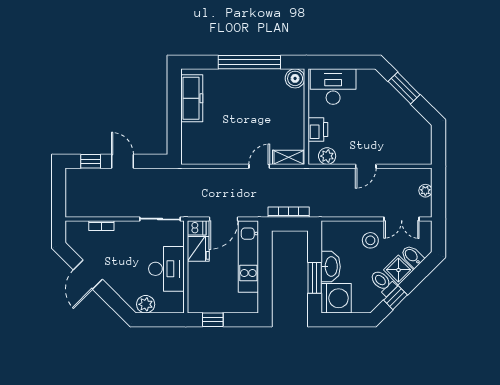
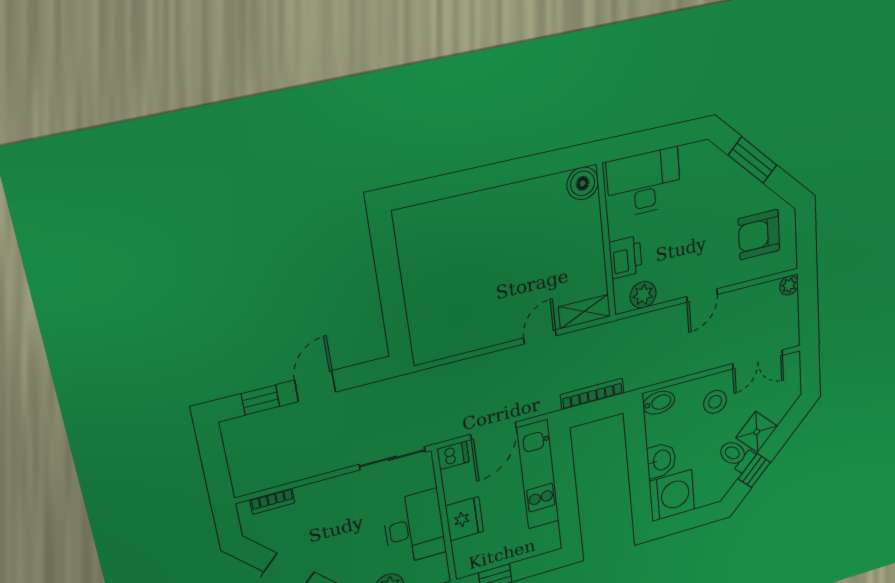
window: (249, 62) -> (505, 173), removed
freezer: (192, 98) -> (416, 256), removed
armchair: (406, 136) -> (759, 235), added
door: (122, 161) -> (315, 386), hinge flipped
plant: (425, 191) -> (789, 285), moved
bookcase: (101, 226) -> (272, 501), moved
fridge: (198, 249) -> (464, 519), moved
bidet: (412, 256) -> (659, 403), moved, turned 135
washbasin: (331, 267) -> (661, 460), width x0.72
window: (315, 278) -> (639, 477), removed

